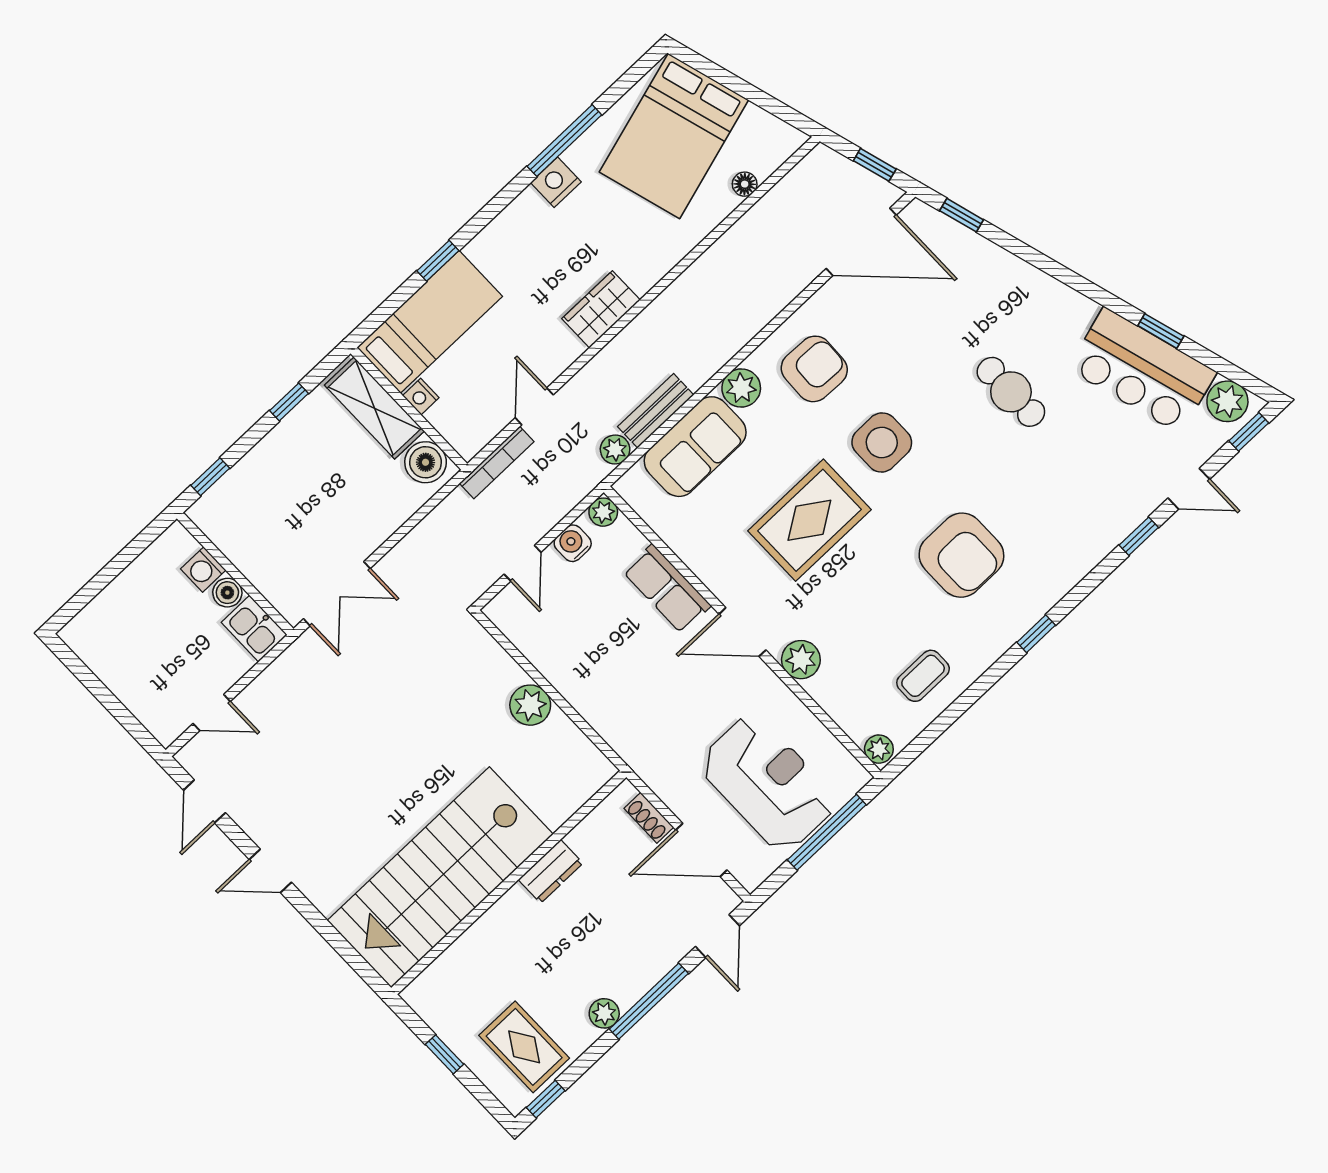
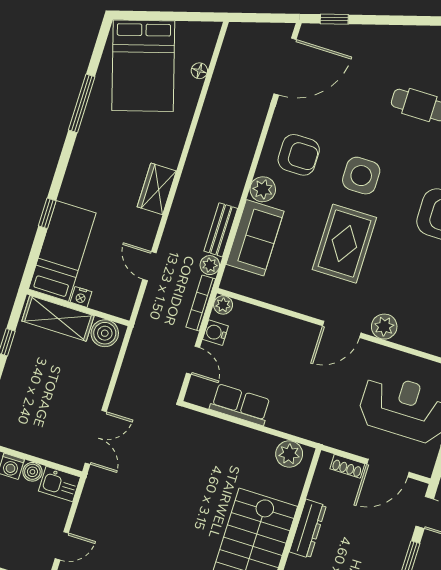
window: (875, 165) -> (268, 18), removed
nightstand: (556, 182) -> (90, 130), removed
armchair: (814, 369) -> (299, 155), turned 88
bookcase: (497, 462) -> (201, 303), moved, turned 180
row of seats: (667, 589) -> (240, 405), moved, turned 180
plant: (530, 705) -> (289, 454), moved
dresser: (551, 871) -> (308, 529), width x1.44

